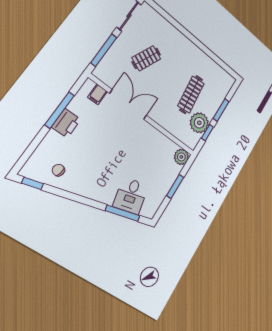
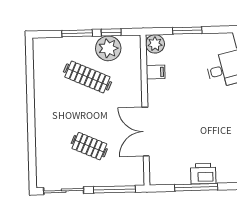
filing cabinet: (98, 94) -> (156, 72), moved
clothes rail: (191, 95) -> (87, 77), turned 30

